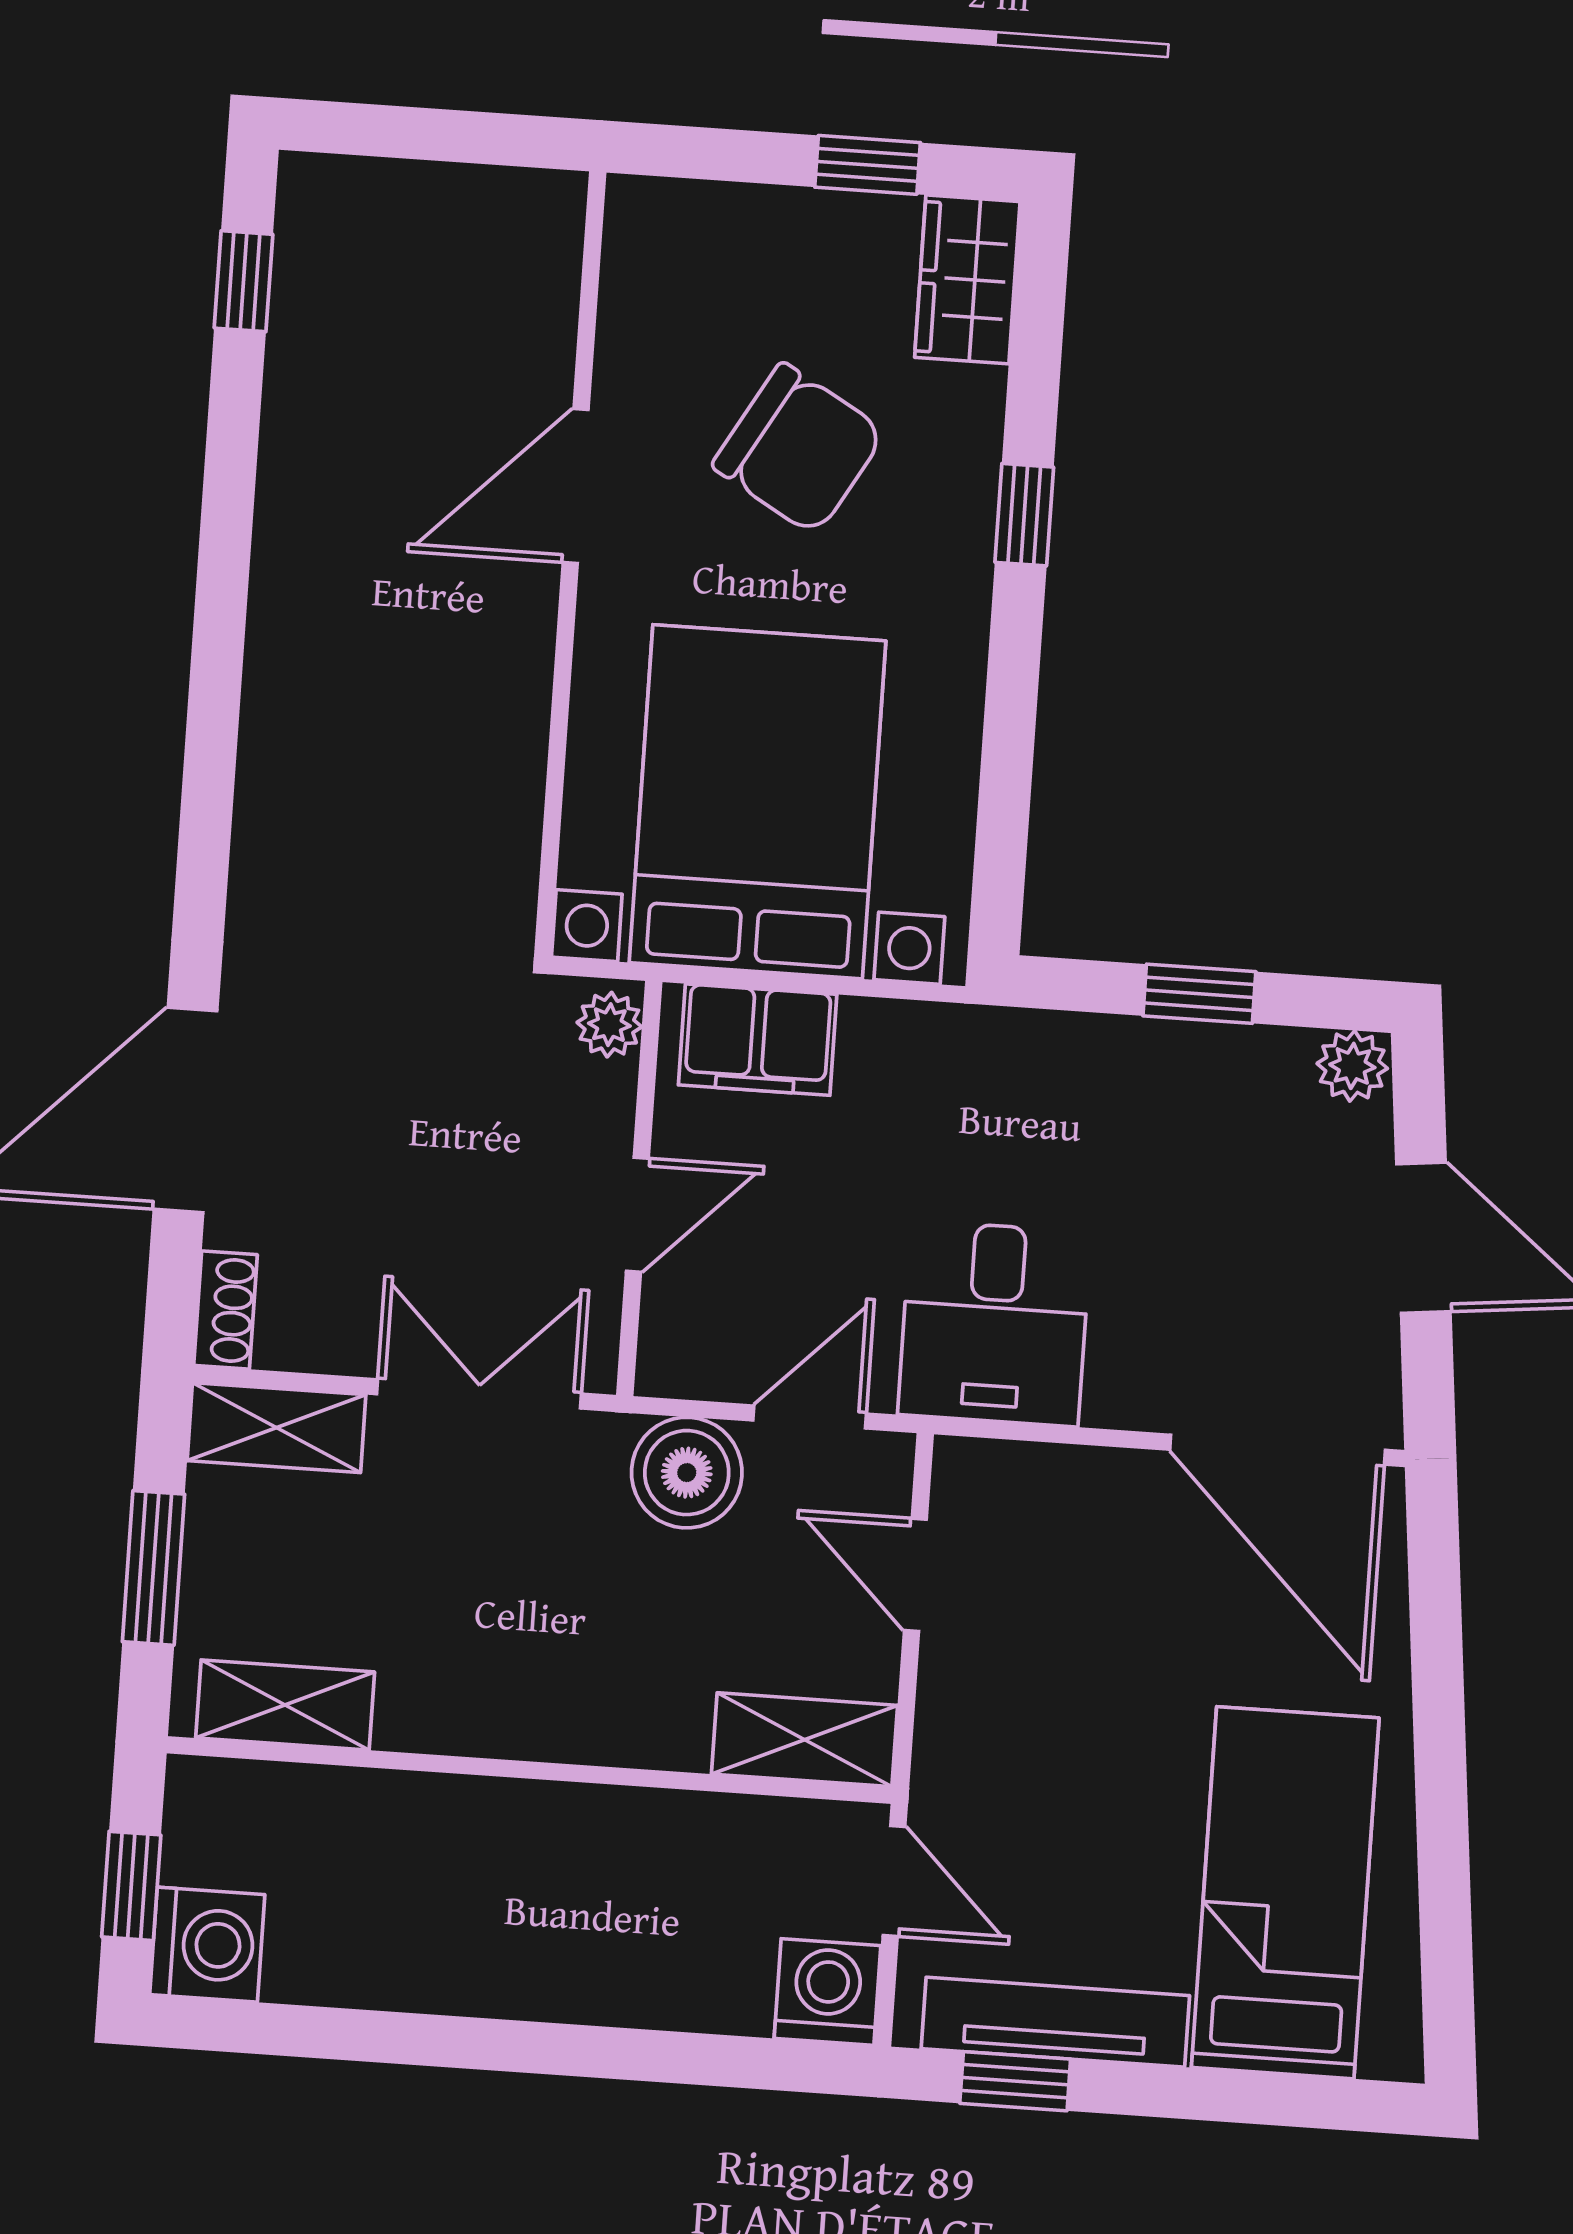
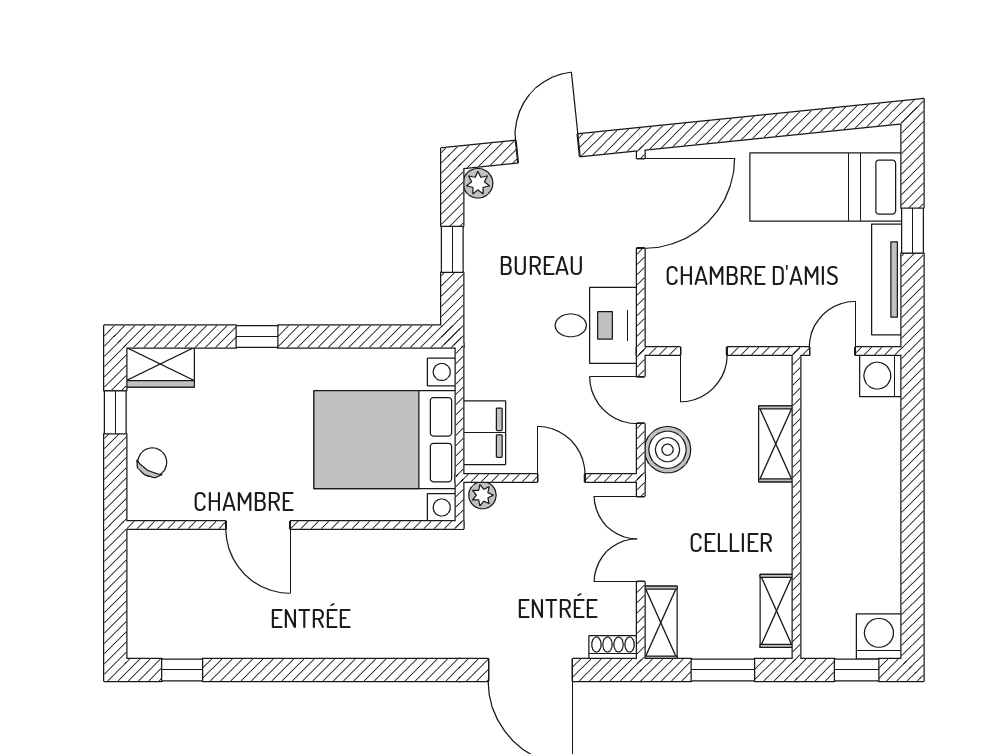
chair: (799, 449) -> (152, 462), moved, width x0.54, depth x0.54
shelving: (804, 1740) -> (776, 444), moved
window: (1015, 2081) -> (912, 231), moved

